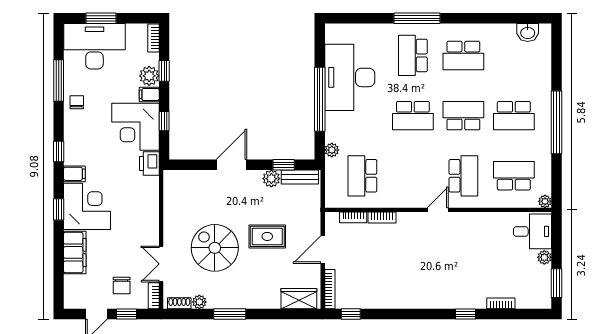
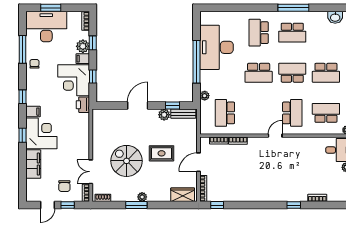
window: (417, 18) -> (293, 8), moved
plant: (199, 302) -> (142, 197), moved

